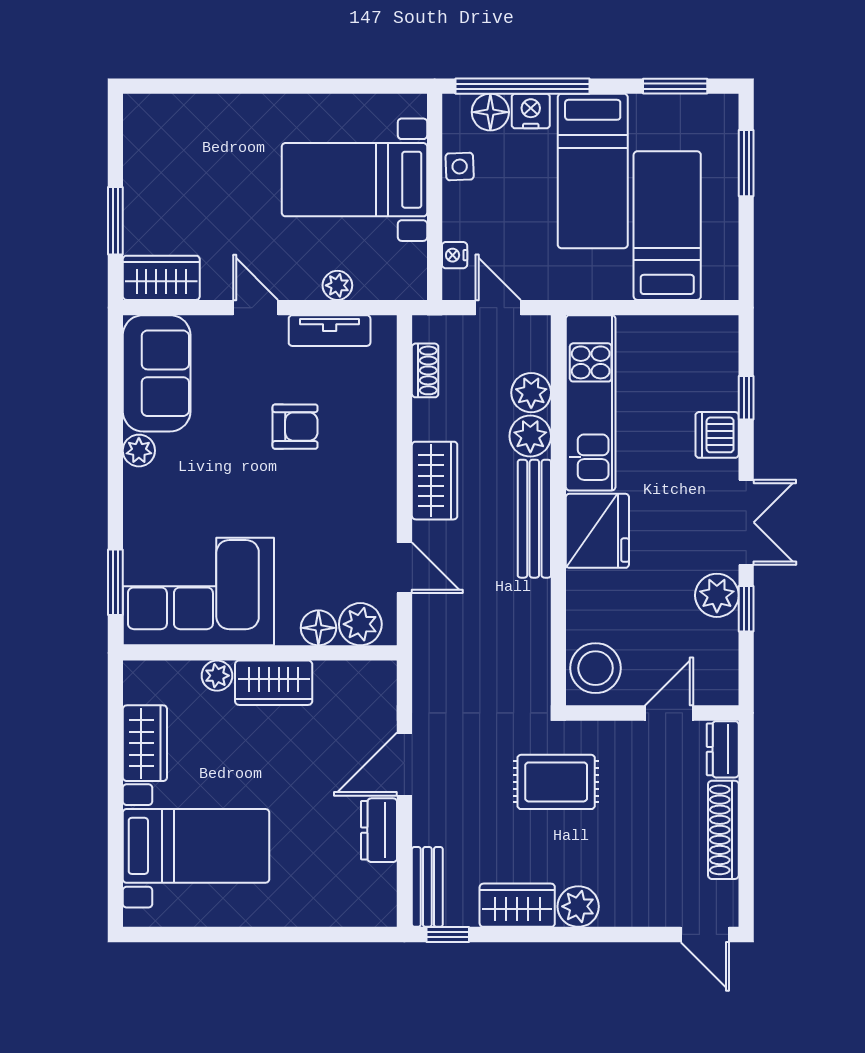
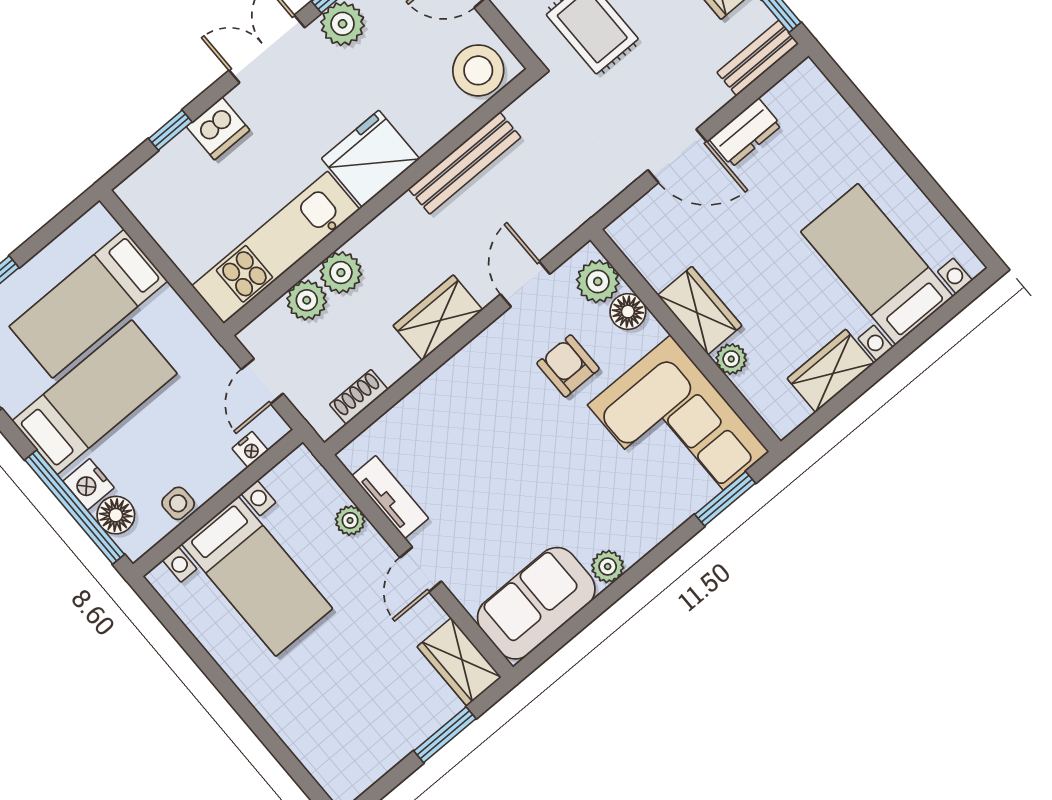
armchair: (295, 427) -> (568, 366), moved
bench: (534, 519) -> (465, 163), moved

